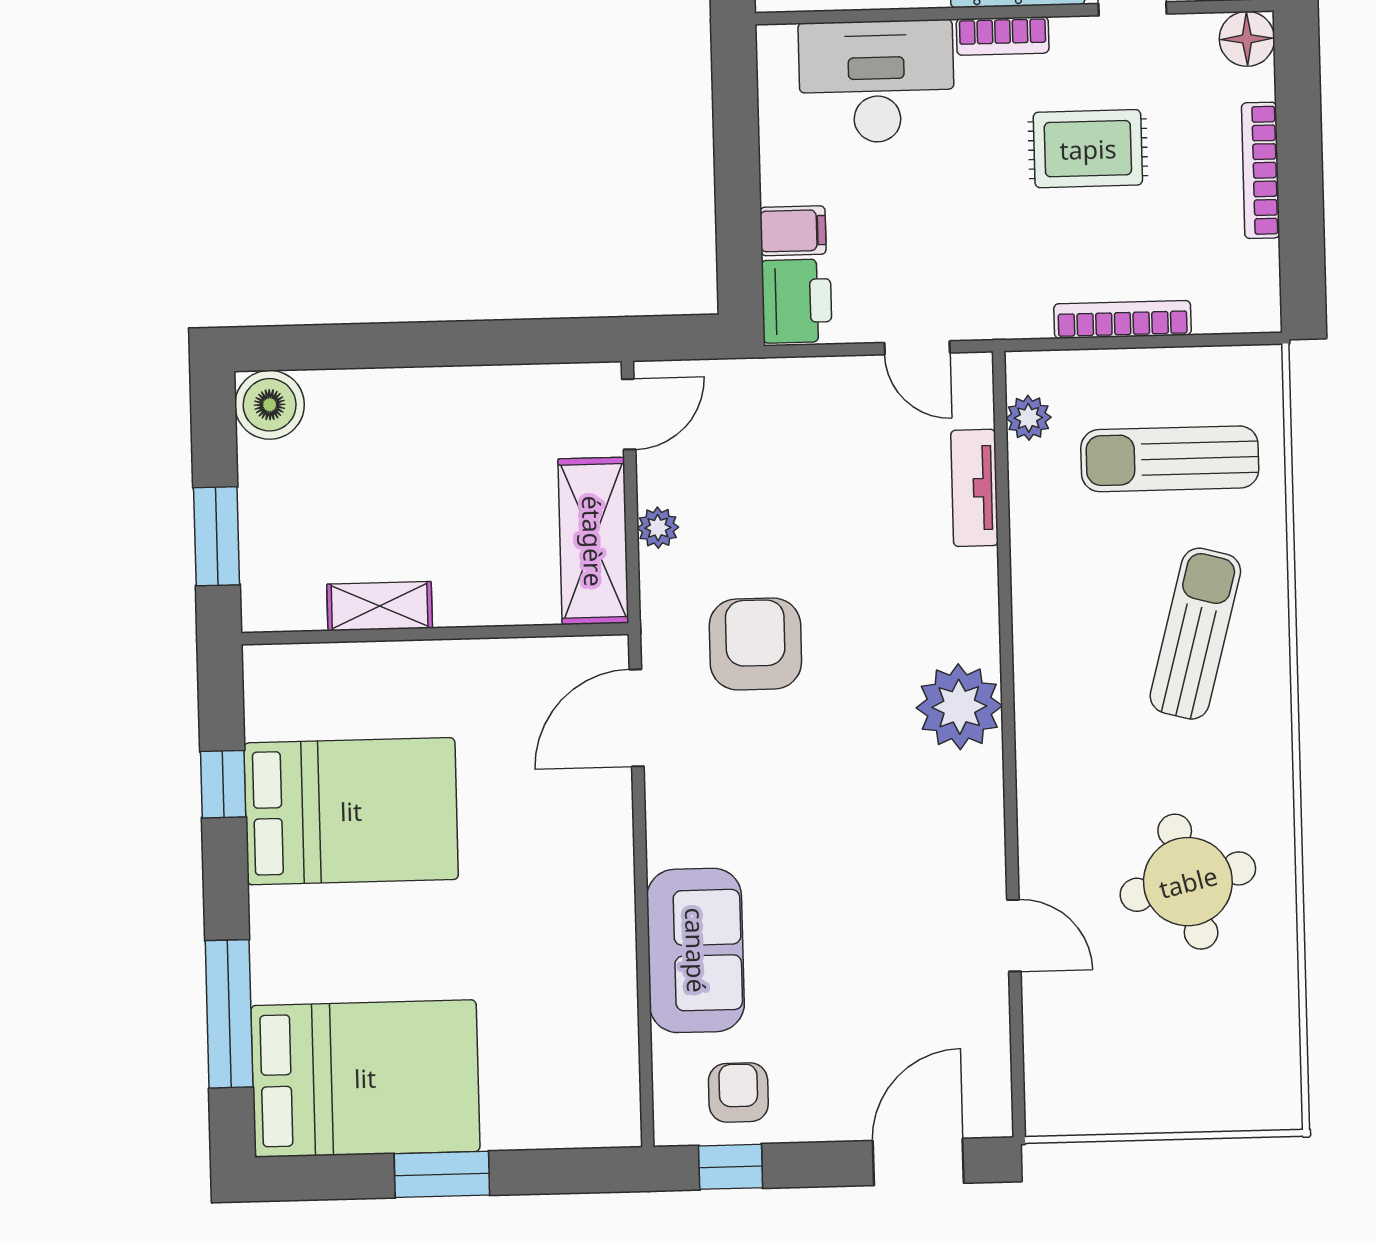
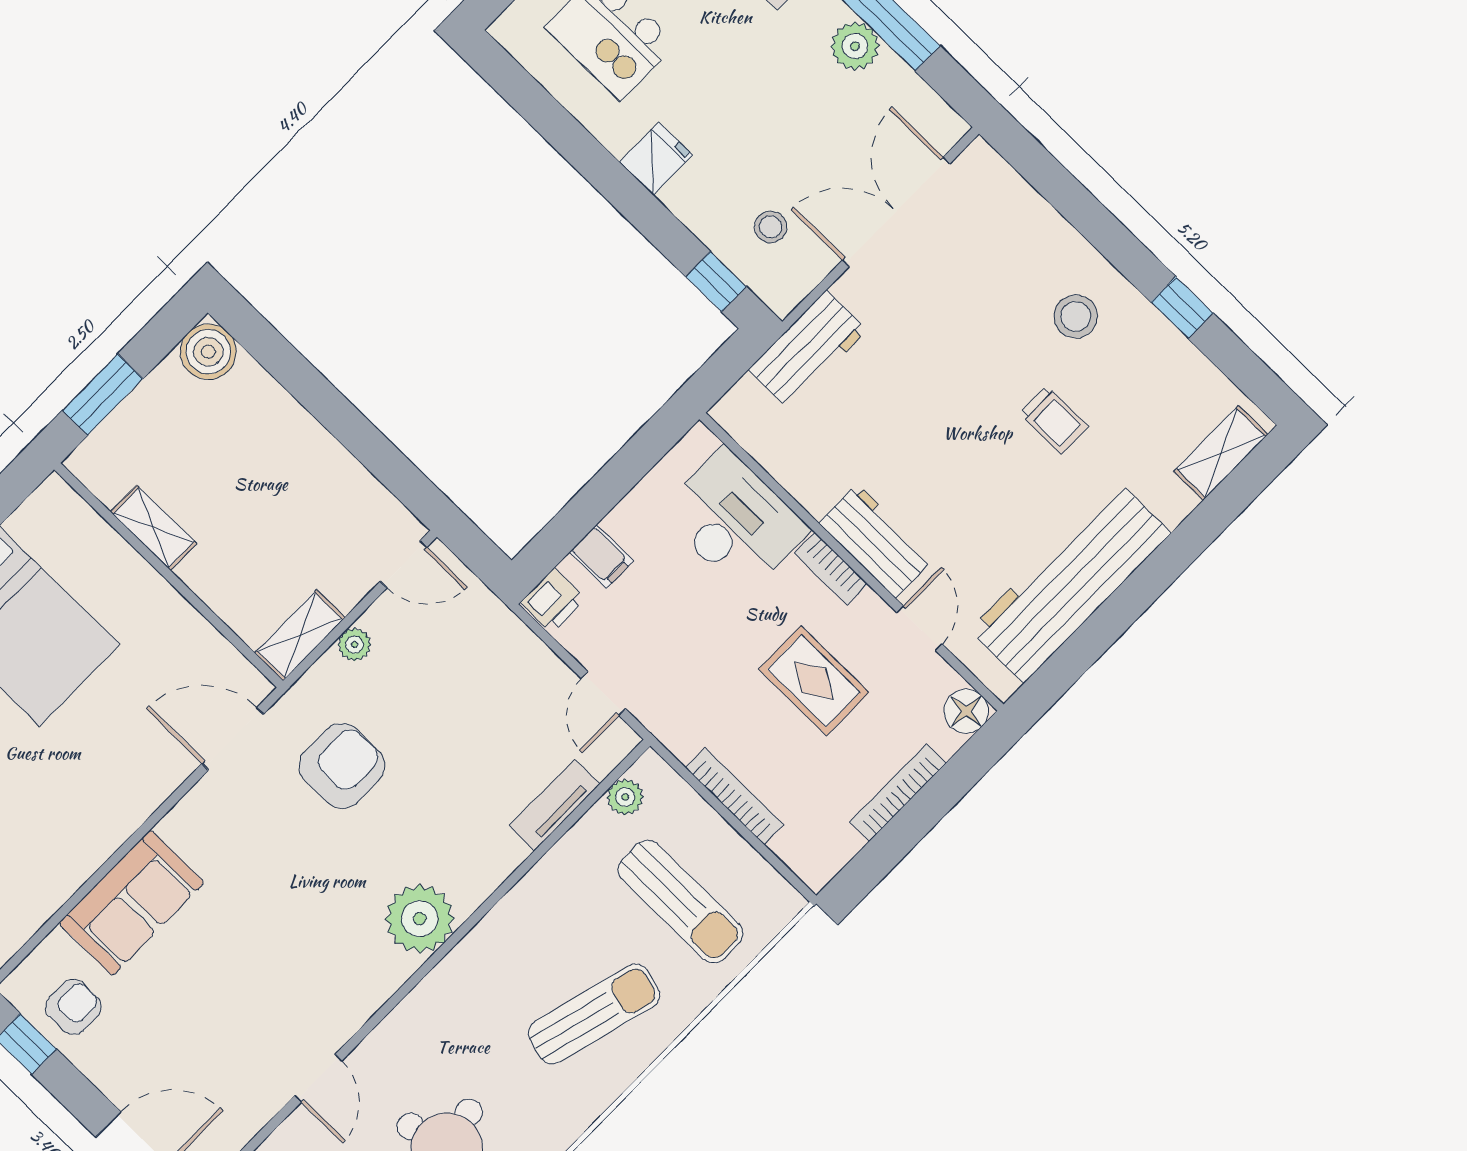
printer: (797, 301) -> (553, 601), width x0.73, depth x0.81
sun lounger: (1170, 459) -> (681, 902), turned 180
shelving: (593, 541) -> (300, 635), width x0.67, depth x0.75

